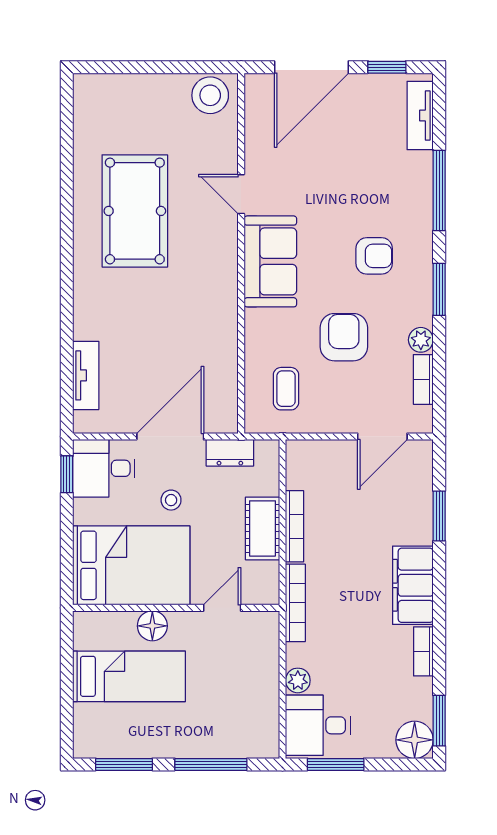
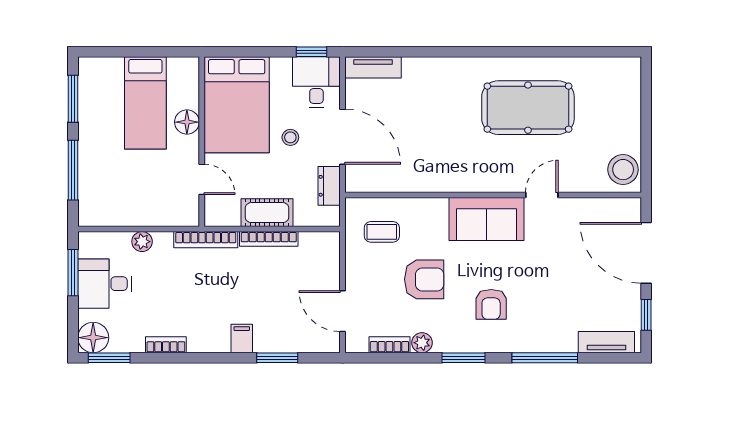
tv unit: (86, 375) -> (373, 67), moved
filing cabinet: (413, 585) -> (242, 339), width x0.33, depth x0.86
desk: (318, 725) -> (105, 284), moved, turned -90

